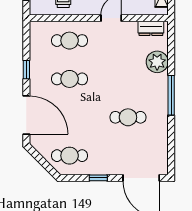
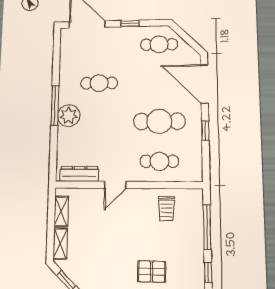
dresser: (151, 28) -> (79, 174), width x1.44
plant: (157, 62) -> (69, 116), moved
cafe table: (70, 79) -> (159, 121), width x1.37, depth x1.35

